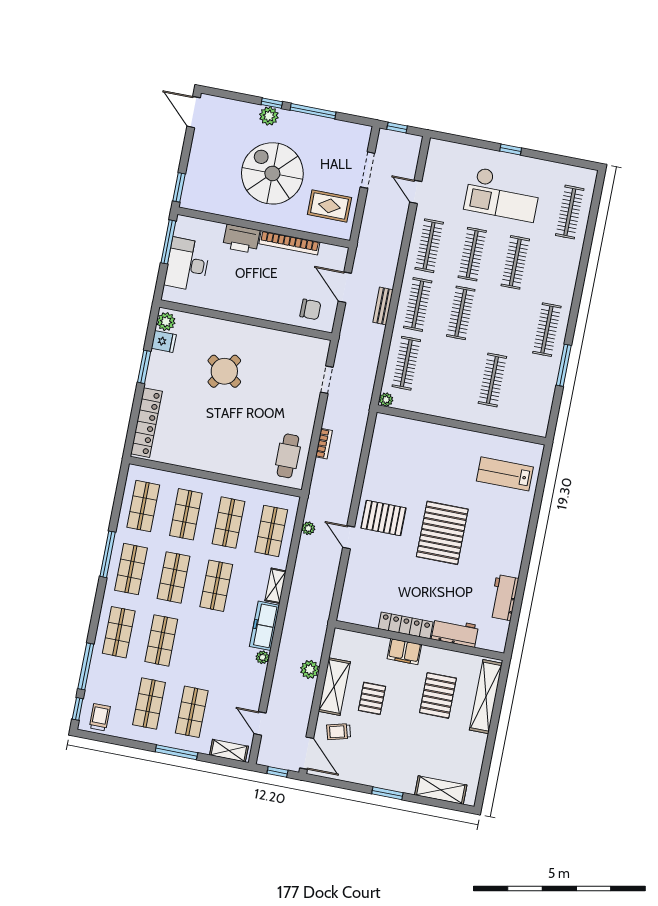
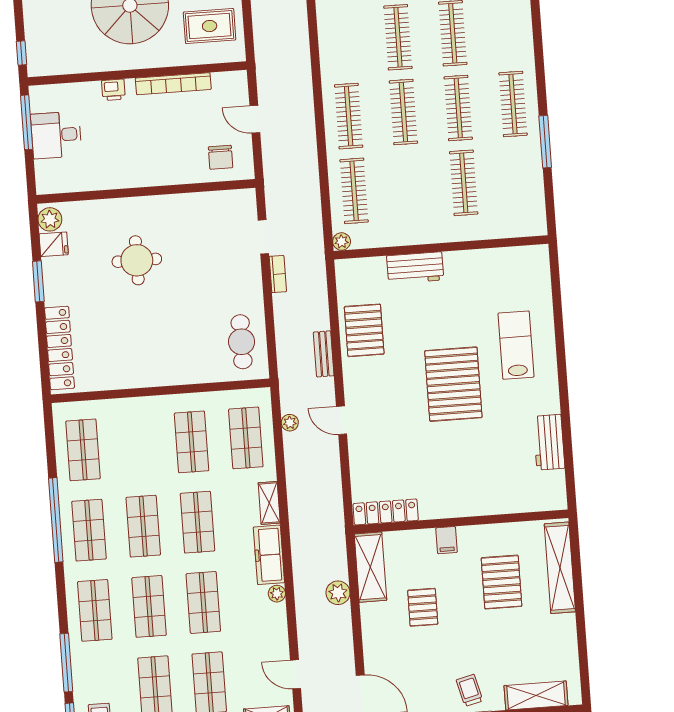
window: (179, 187) -> (22, 53), width x0.67
printer: (241, 239) -> (113, 90), width x0.53, depth x0.68
clothes rail: (429, 246) -> (458, 108), moved
desk: (187, 264) -> (56, 135), width x0.73
door: (345, 287) -> (255, 119), width x0.73
bench: (383, 306) -> (324, 354), moved
chair: (310, 309) -> (221, 157), turned 90
round table: (224, 371) -> (137, 260), turned -34
bookcase: (324, 444) -> (278, 274), moved
lab bench: (505, 474) -> (516, 345), moved, turned 90
shop shelf: (186, 514) -> (203, 602), moved
pallet: (383, 518) -> (364, 330), moved, turned 90
window: (108, 554) -> (56, 520), width x1.46
locker: (406, 625) -> (386, 512), moved
workbench: (455, 632) -> (415, 268), moved, turned 180
filing cabinet: (404, 652) -> (447, 540), width x0.50
shelving: (334, 687) -> (370, 567), moved
trolley: (339, 732) -> (469, 690), moved, turned 91

